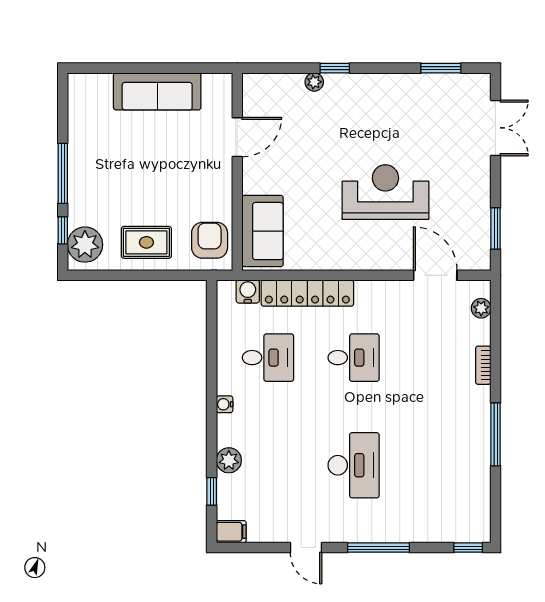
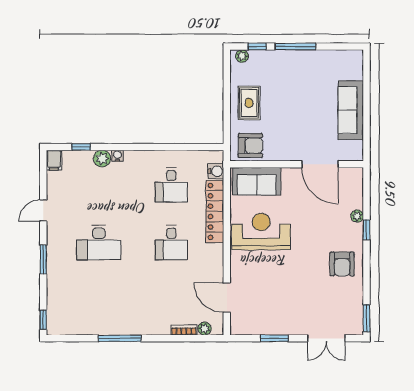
window: (441, 68) -> (366, 318), moved
armchair: (385, 104) -> (342, 264), added
door: (237, 137) -> (320, 164), width x1.36
reception desk: (385, 192) -> (261, 232), moved, turned -90
window: (496, 228) -> (274, 338), moved
plant: (85, 245) -> (242, 56), width x0.53, depth x0.53
door: (435, 275) -> (227, 298), swing flipped
bookcase: (483, 365) -> (184, 330), moved
water cooler: (225, 404) -> (117, 156), moved
window: (379, 548) -> (43, 259), width x0.69

